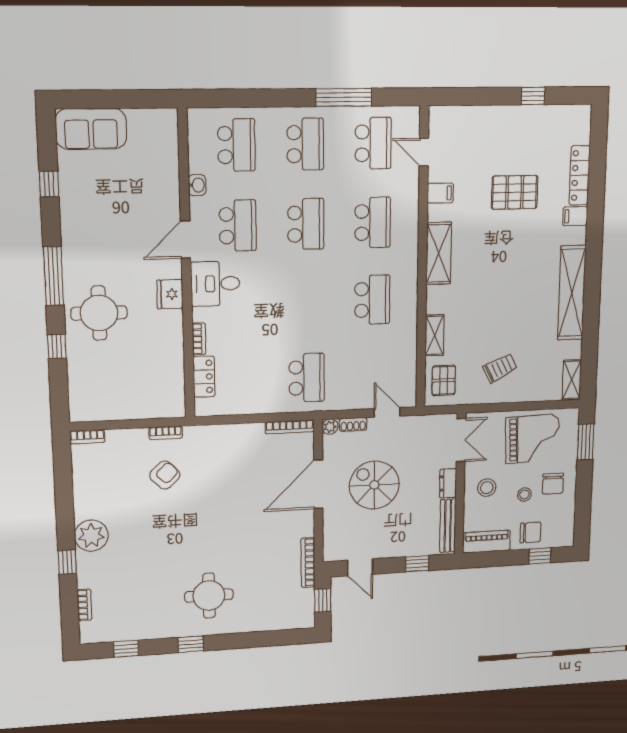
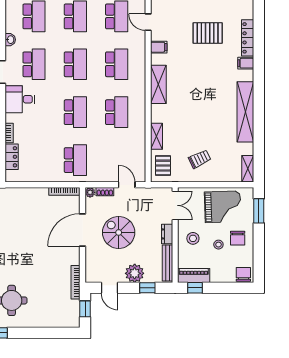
pallet: (515, 192) -> (208, 33), moved
school desk: (306, 302) -> (75, 112), added
chair: (531, 532) -> (243, 274), moved, turned -90
plant: (398, 544) -> (135, 273), added
window: (540, 556) -> (195, 288), moved

